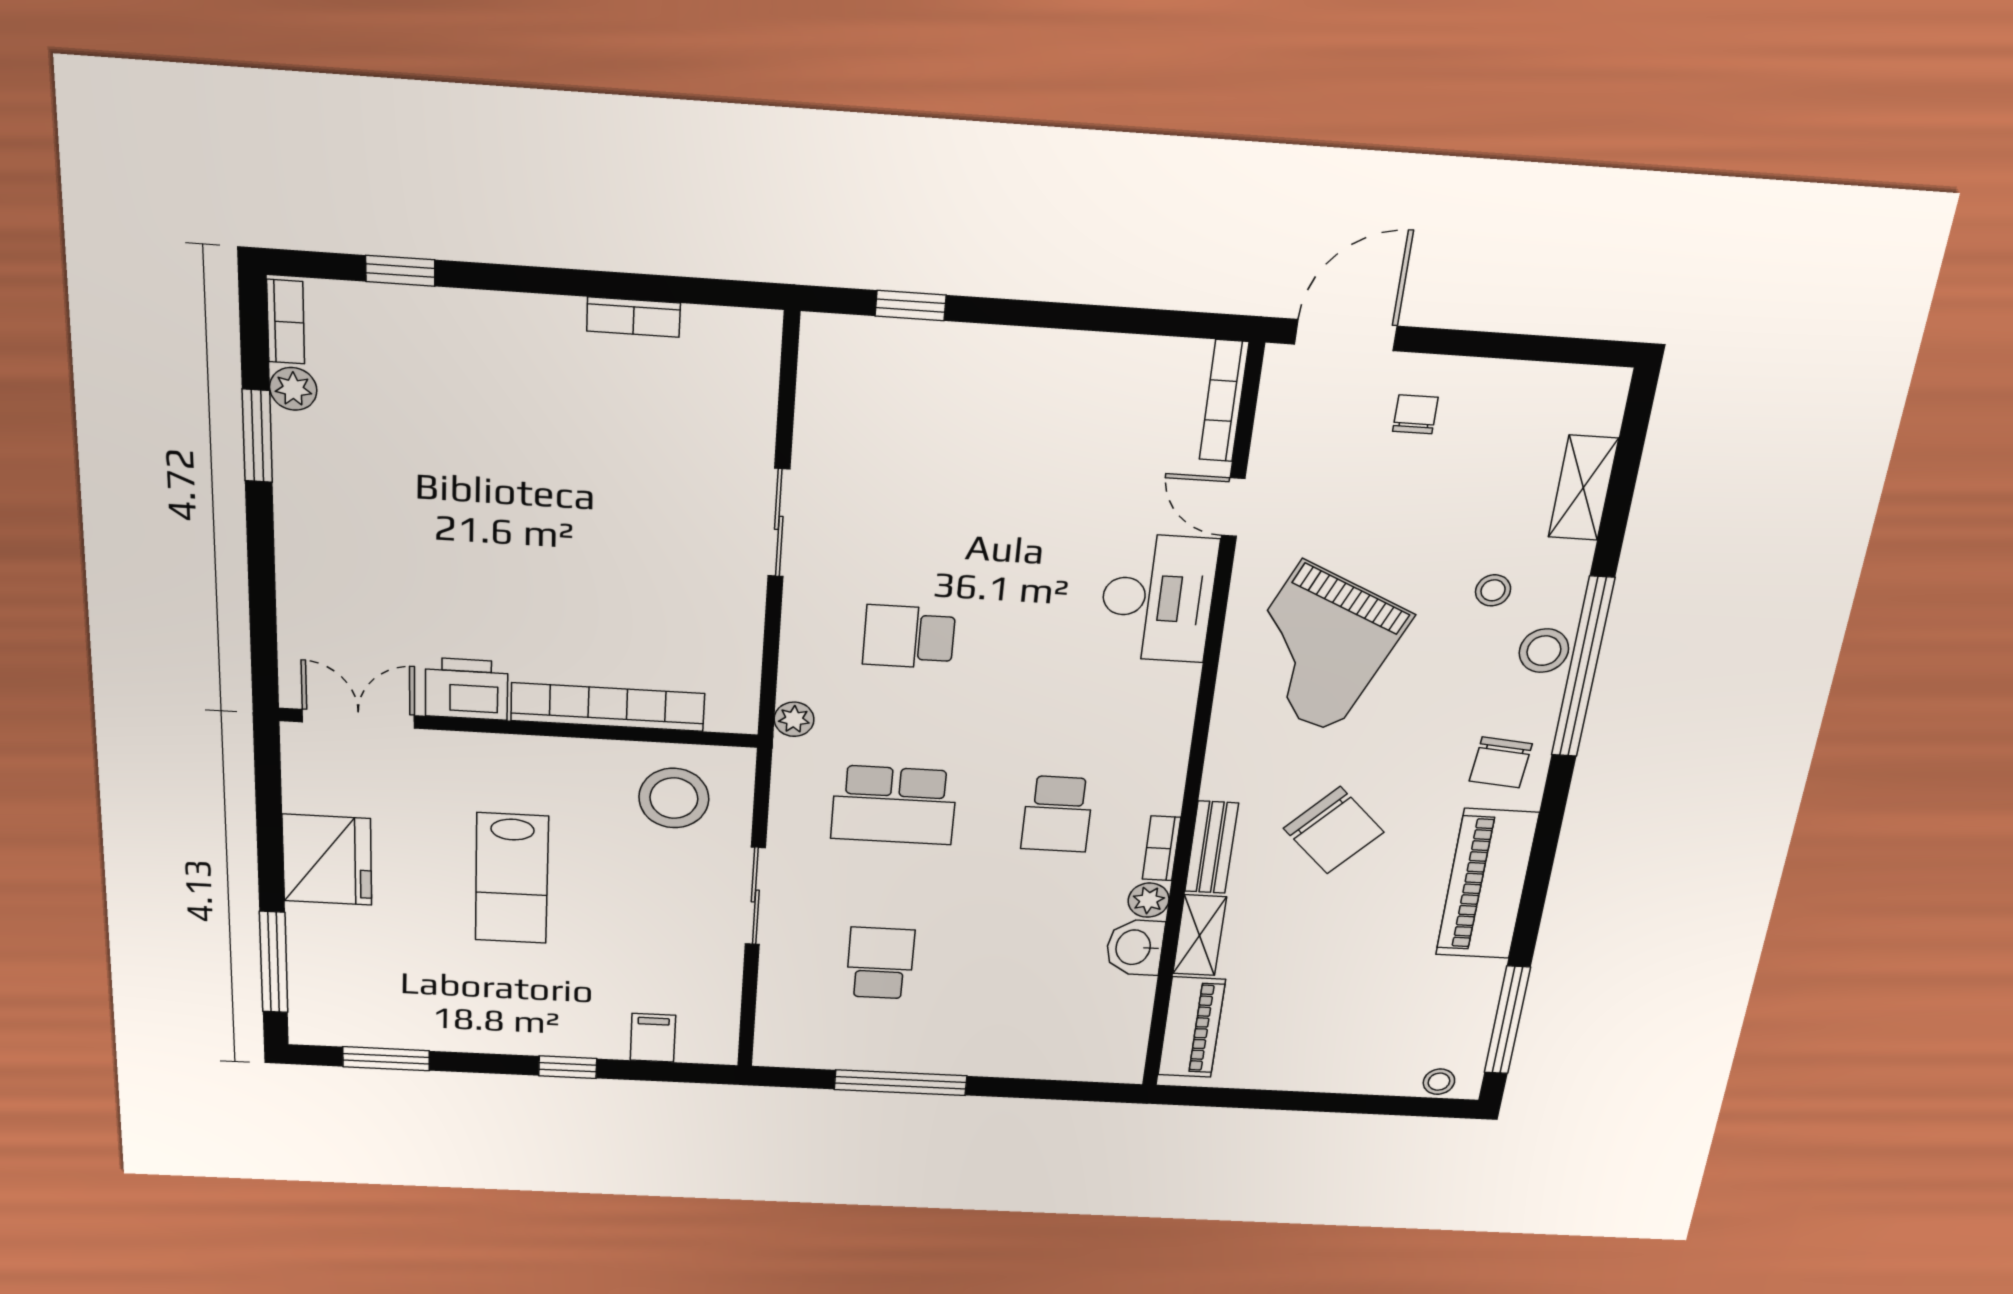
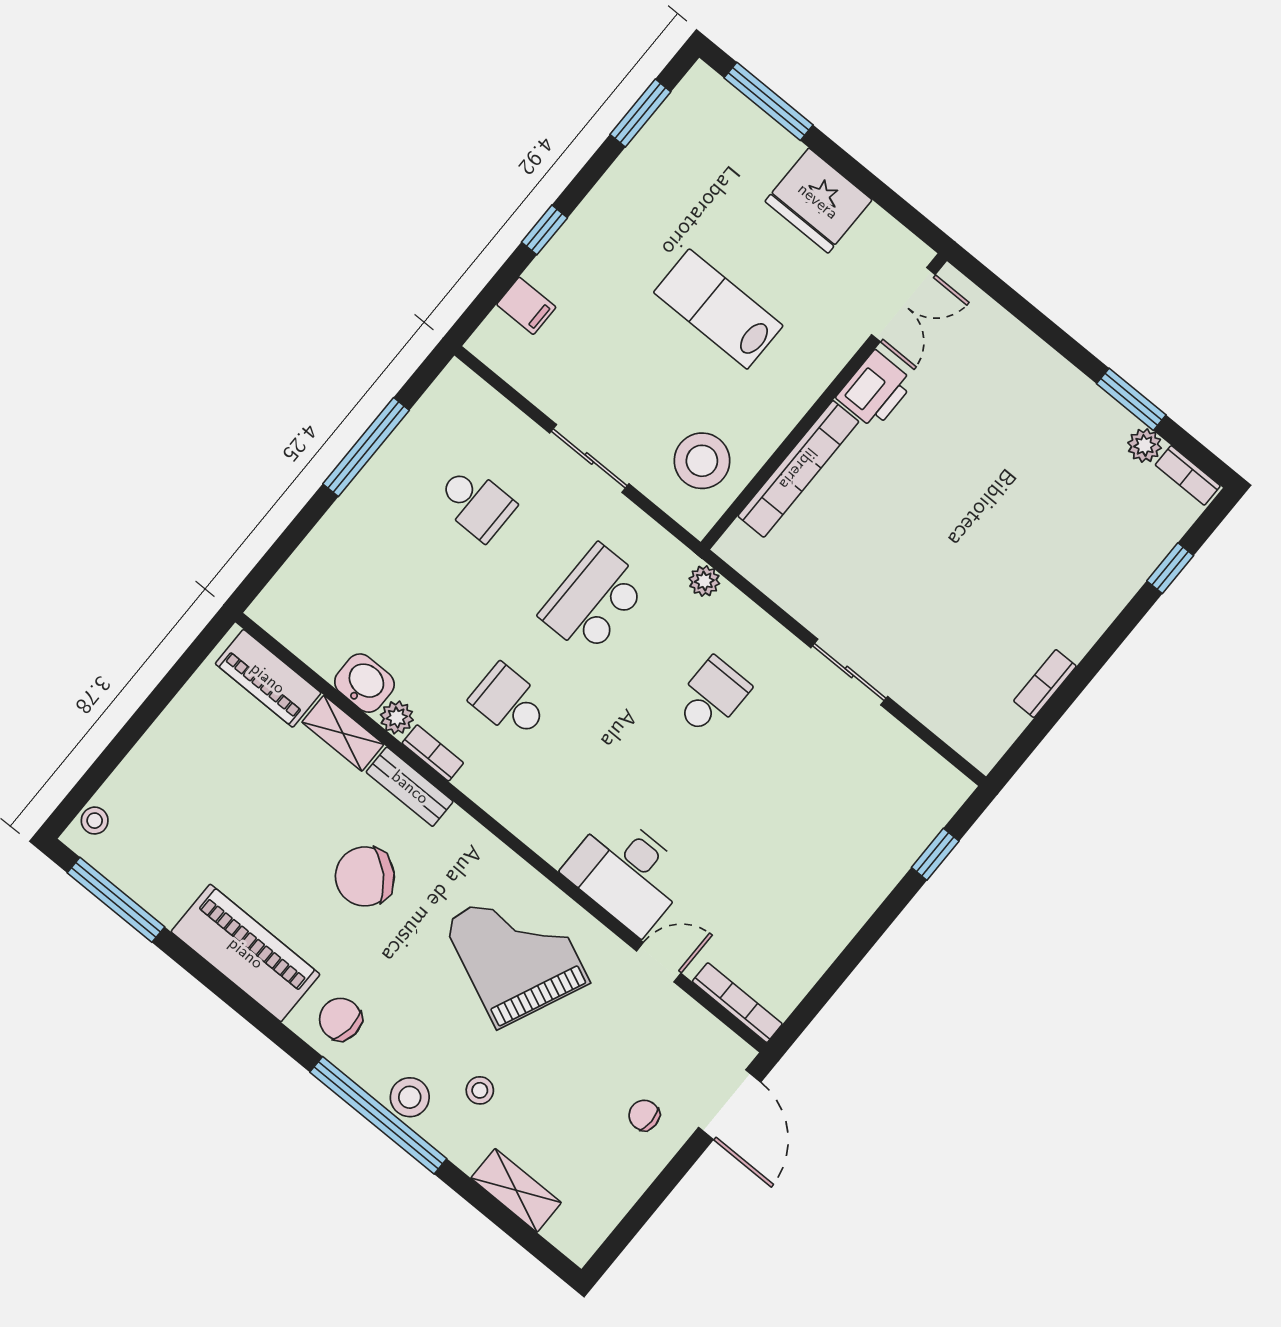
chair: (1415, 414) -> (644, 1115), turned 180

